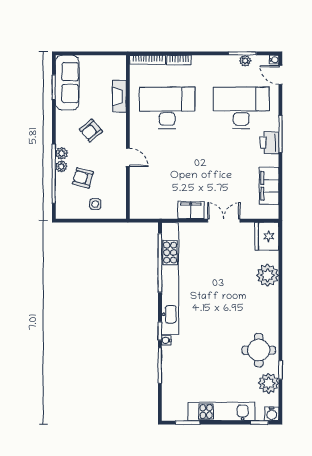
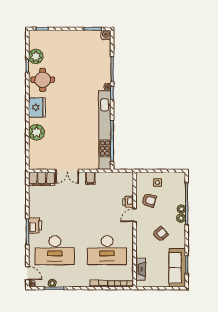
fireplace: (119, 96) -> (141, 269), moved
door: (128, 157) -> (135, 215), hinge flipped
printer: (137, 176) -> (128, 202), added
armchair: (83, 178) -> (149, 200), moved
filing cabinet: (269, 186) -> (42, 179), moved, turned 90
filing cabinet: (191, 210) -> (90, 178), width x0.50
fridge: (267, 236) -> (37, 107), moved
kitchen unit: (221, 411) -> (69, 37), removed
water cooler: (272, 414) -> (106, 35), moved

